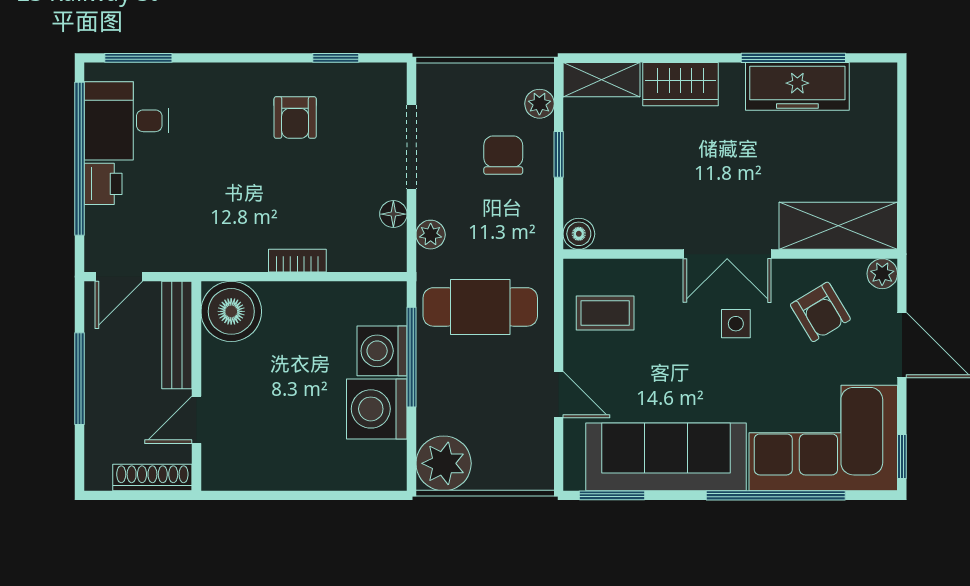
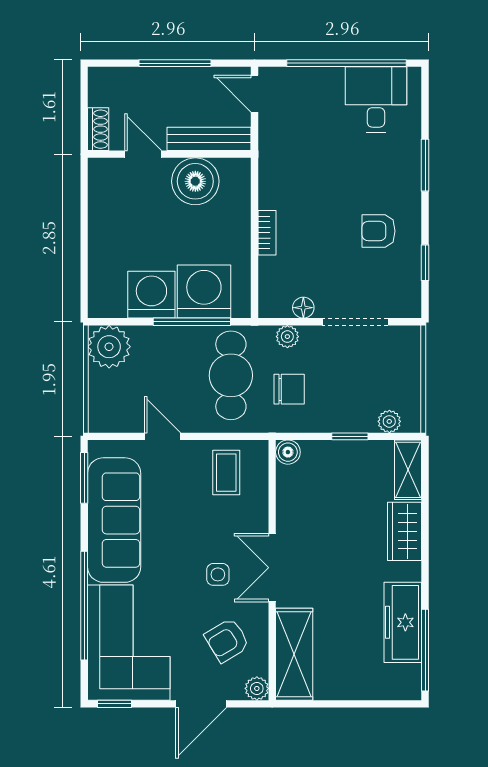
window: (138, 58) -> (425, 165), moved
window: (793, 58) -> (425, 650), moved
chair: (503, 155) -> (289, 389), moved
printer: (103, 184) -> (327, 81), removed
boiler: (231, 311) -> (195, 181), moved
washing machine: (382, 351) -> (204, 292), width x1.37, depth x1.37
door: (559, 395) -> (163, 436), swing flipped
shoe rack: (152, 477) -> (98, 129), width x0.70

